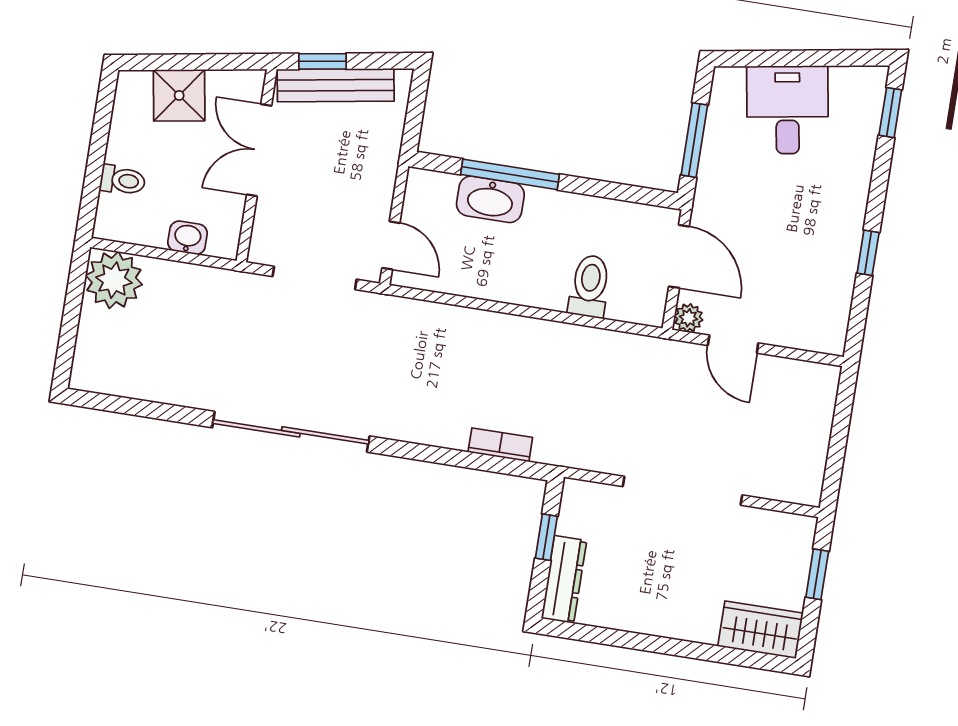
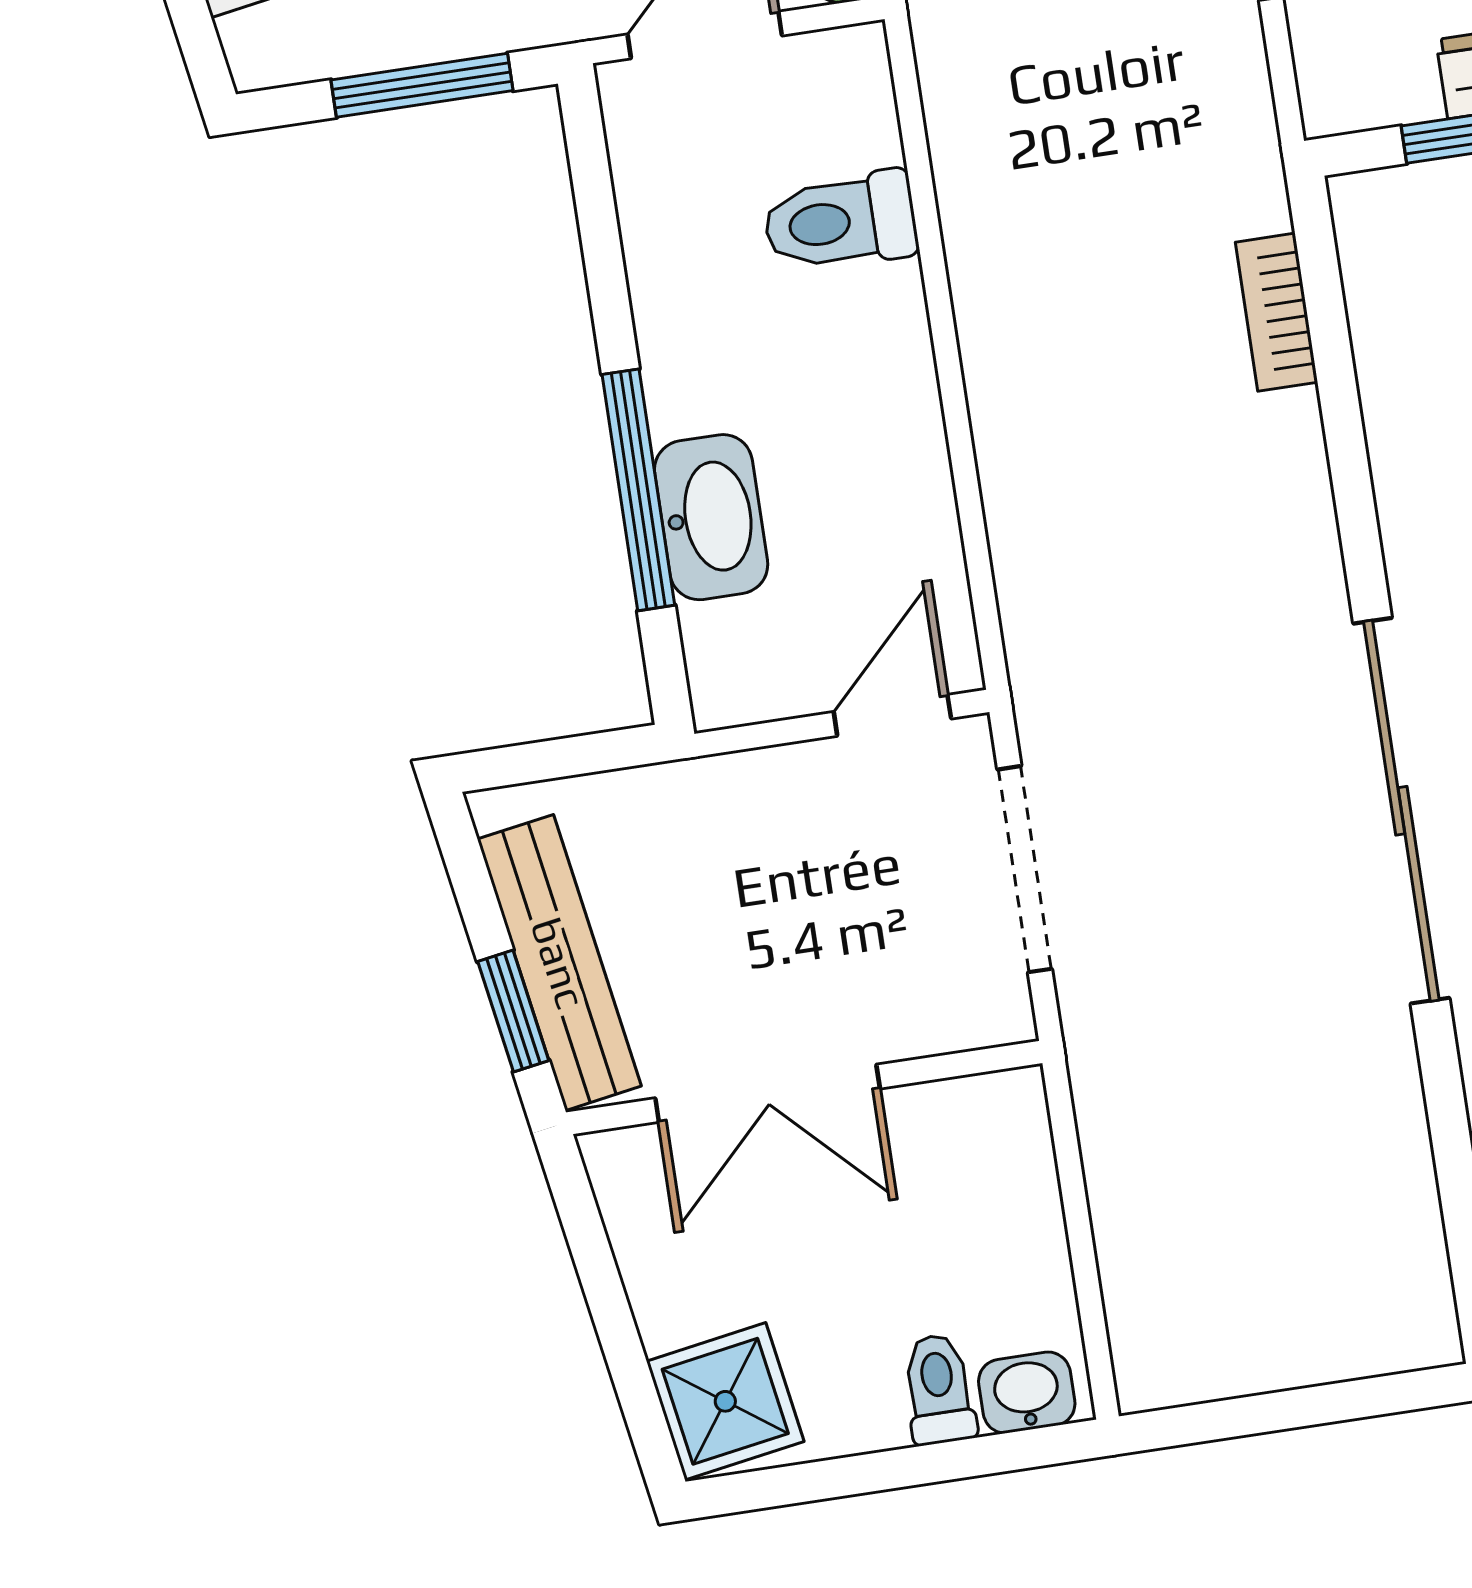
shower: (179, 95) -> (725, 1401), moved
washbasin: (188, 238) -> (1027, 1393), moved, turned 90
plant: (114, 280) -> (1178, 1336), removed

